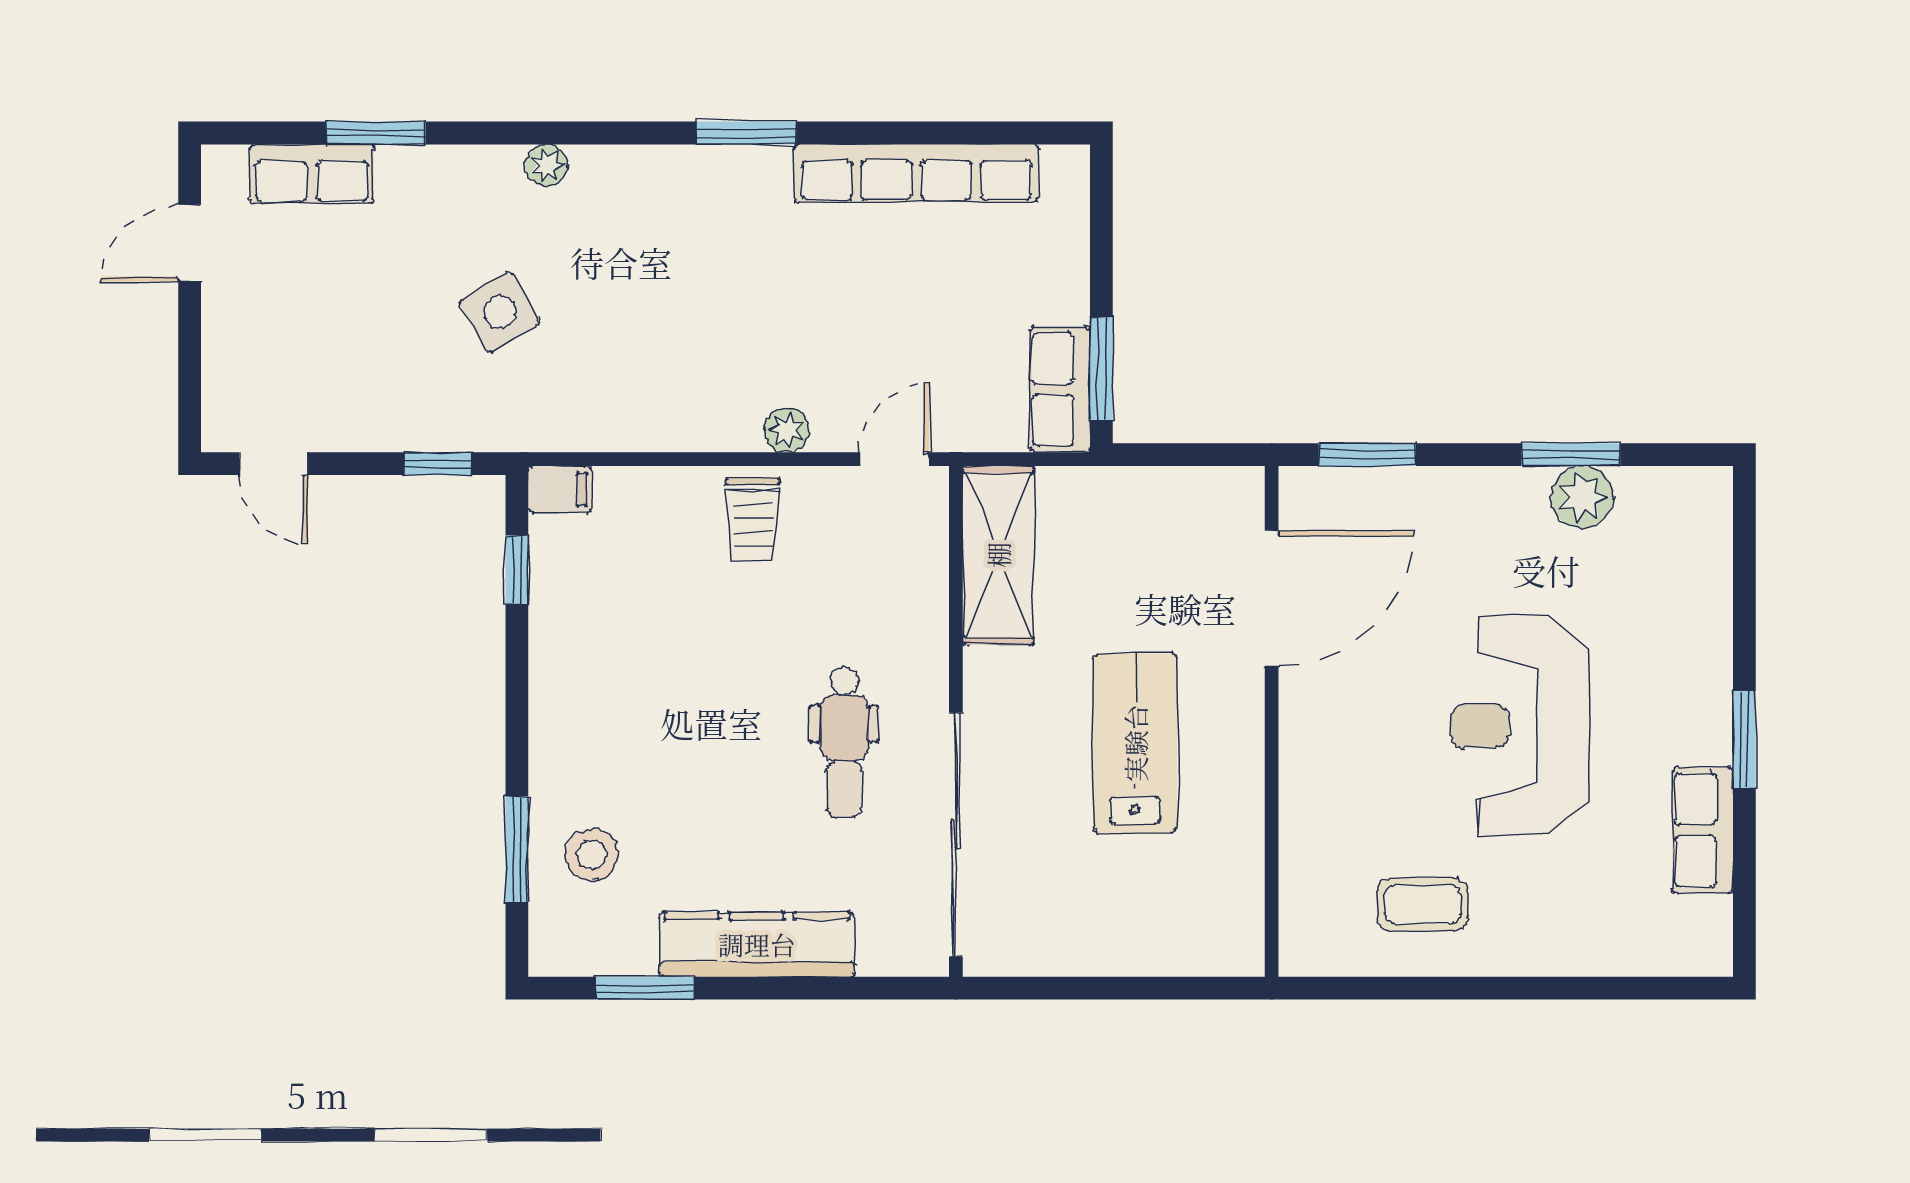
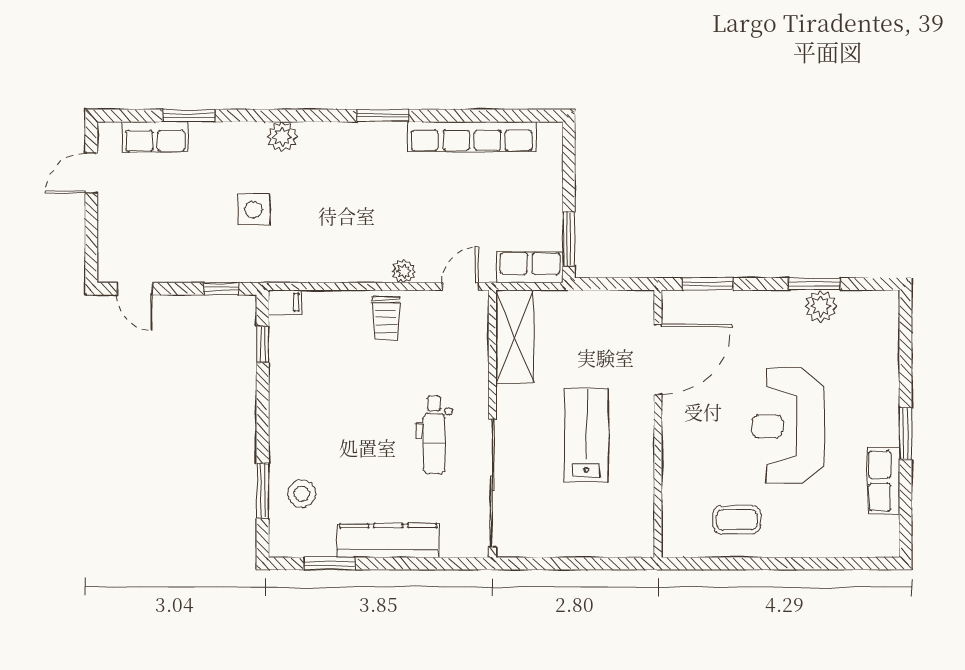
plant: (546, 165) -> (282, 137), width x1.38, depth x1.38
side table: (500, 312) -> (254, 209), turned 30
row of seats: (1060, 389) -> (530, 267), moved, turned 90

